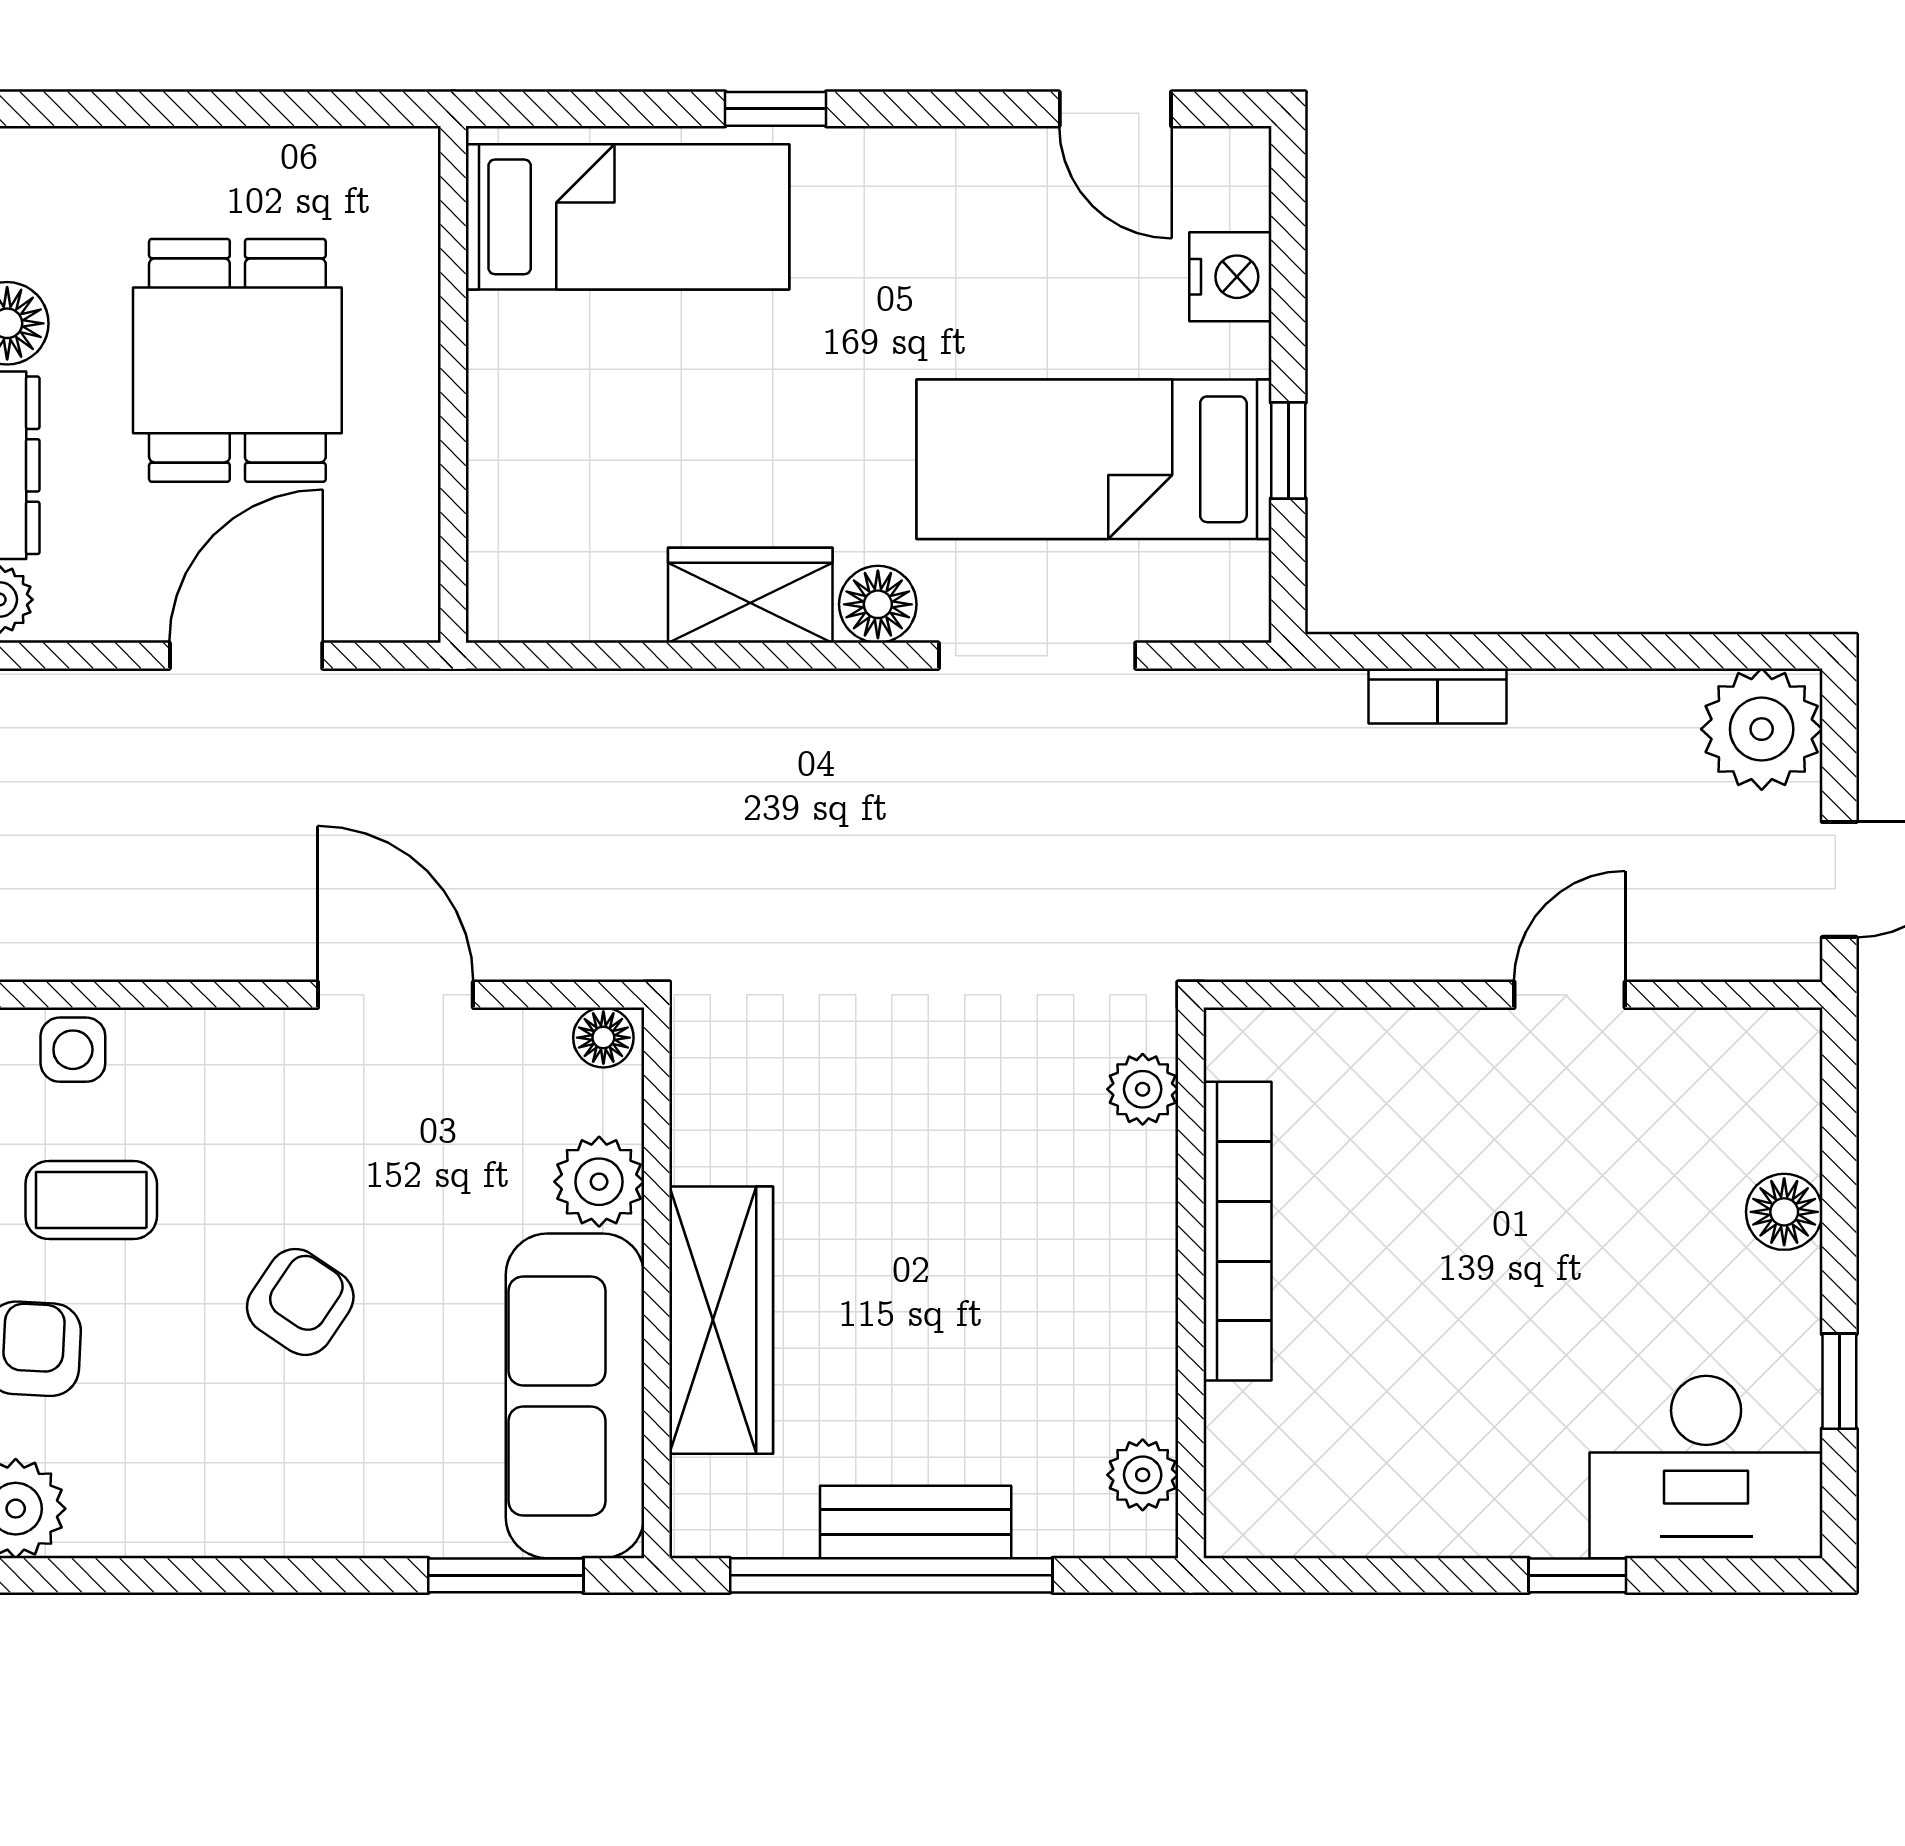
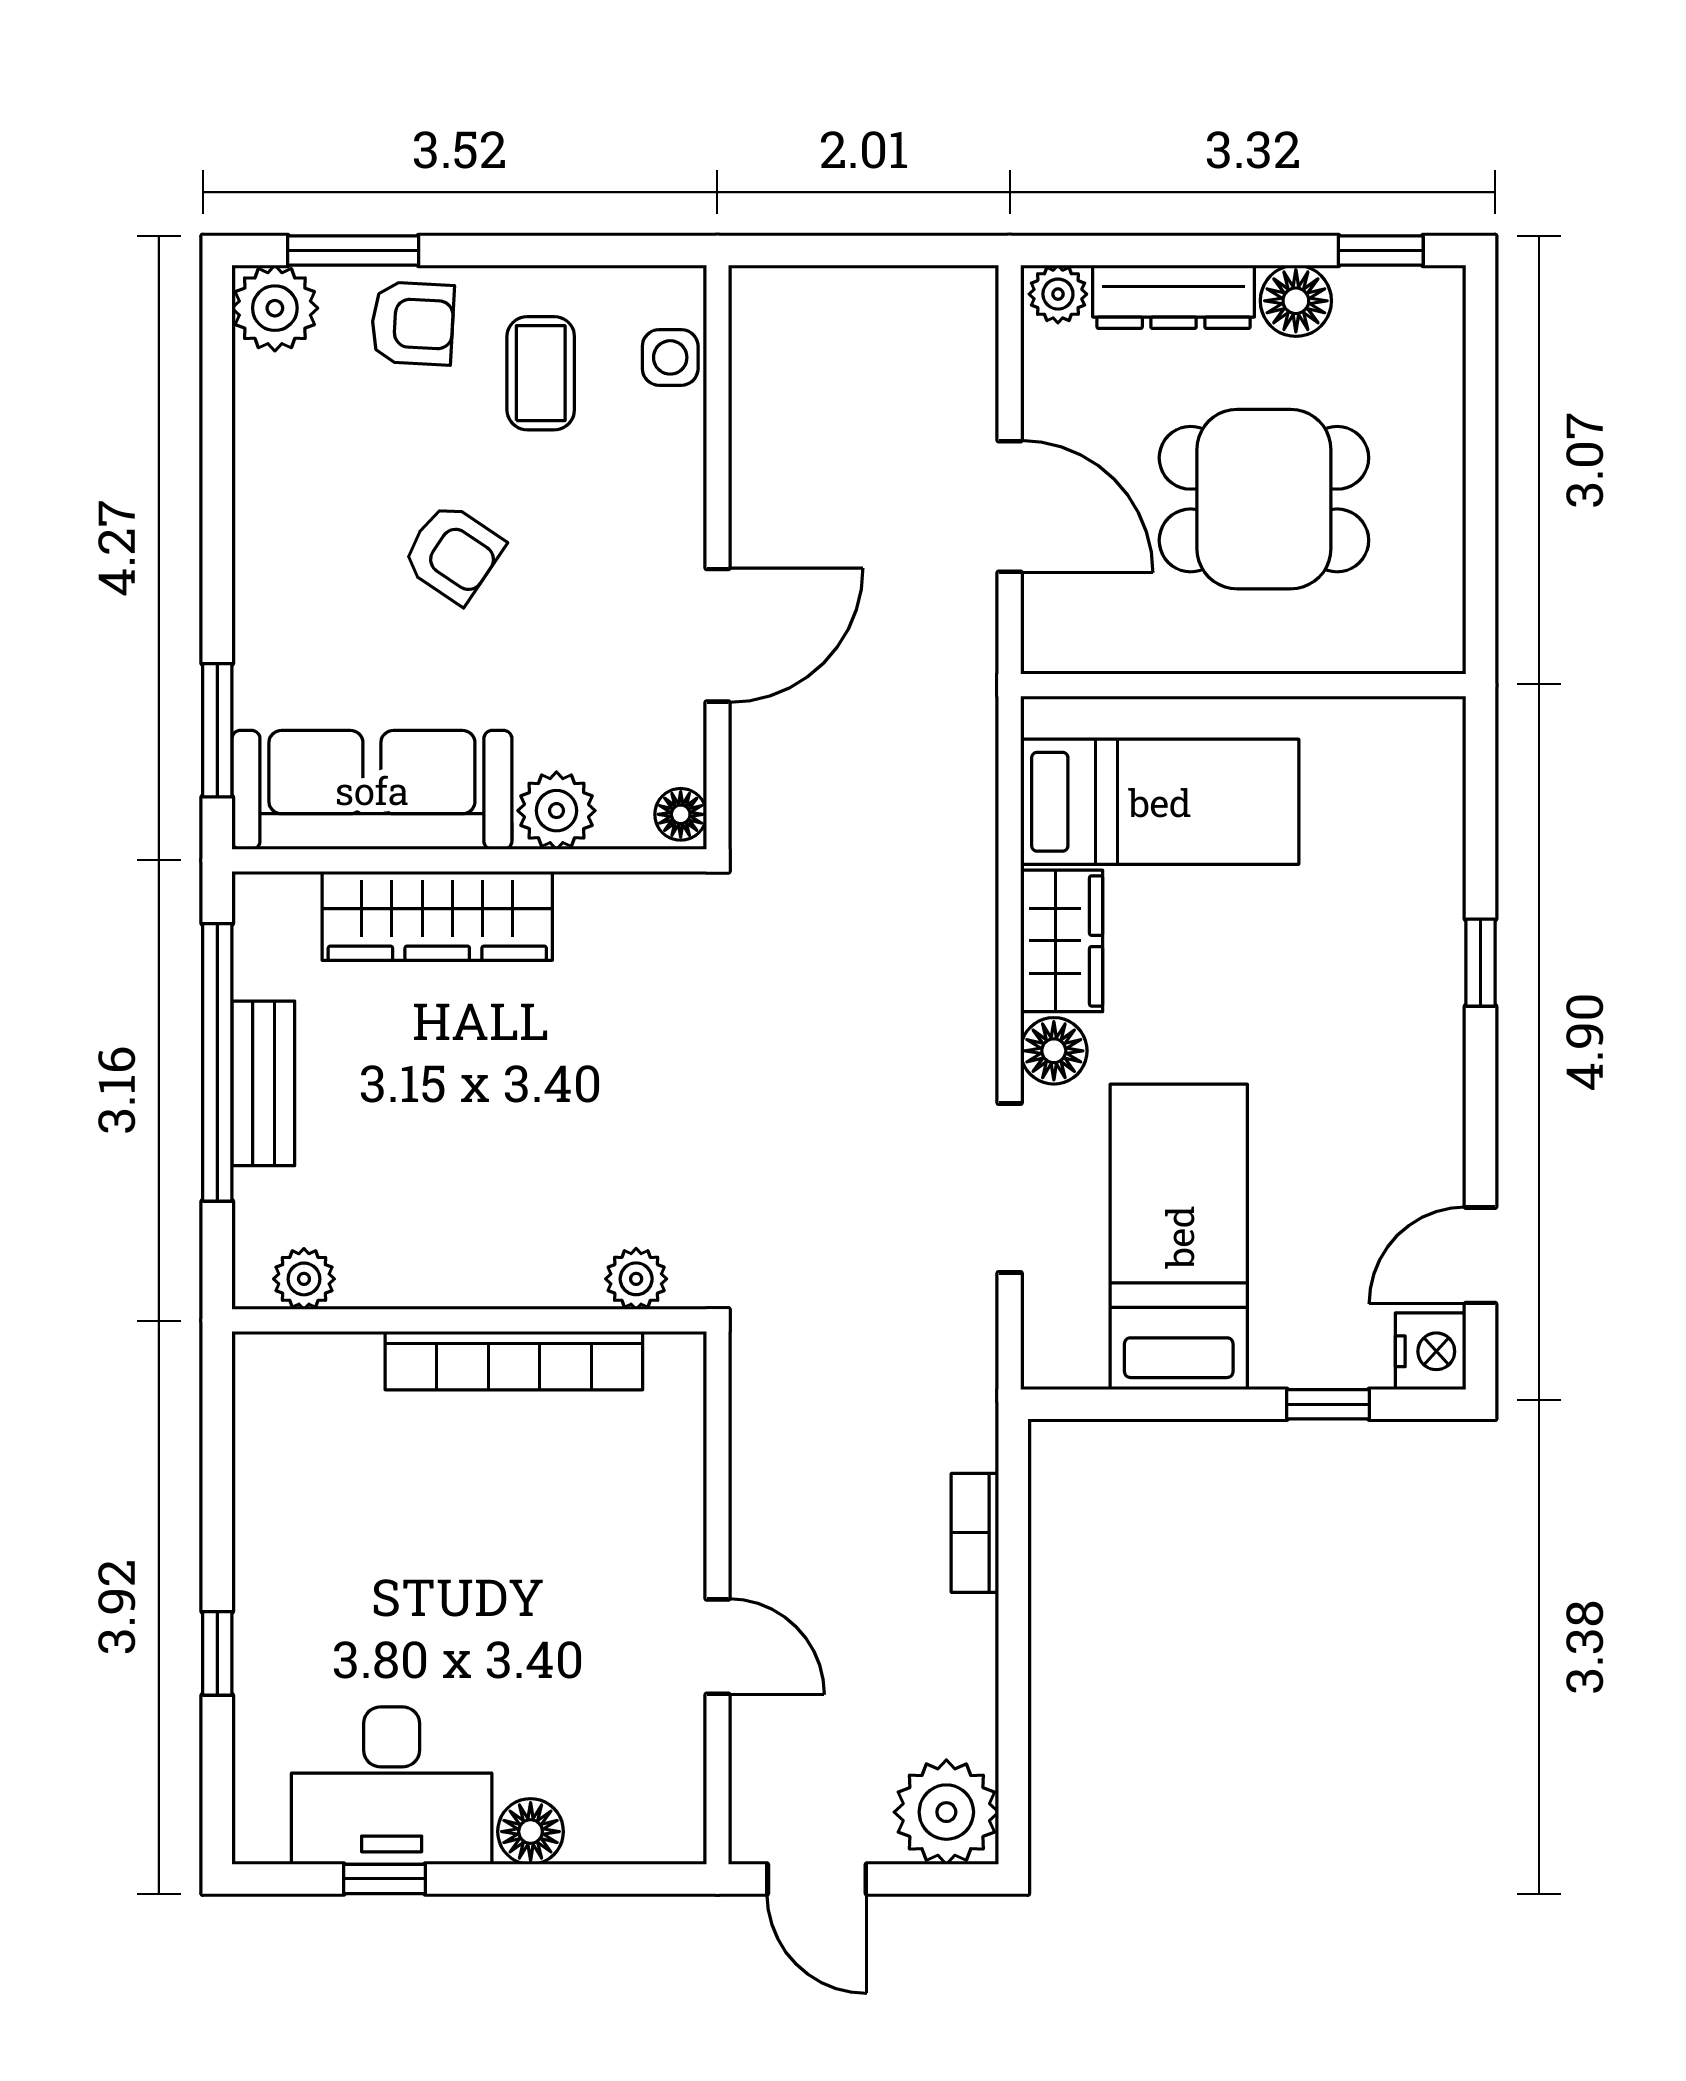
bed: (628, 217) -> (1160, 802), moved, turned -90
nightstand: (1230, 277) -> (1431, 1351), moved, turned -90
window: (1288, 451) -> (1328, 1404), moved
desk: (1706, 1467) -> (392, 1786), moved, turned -90

